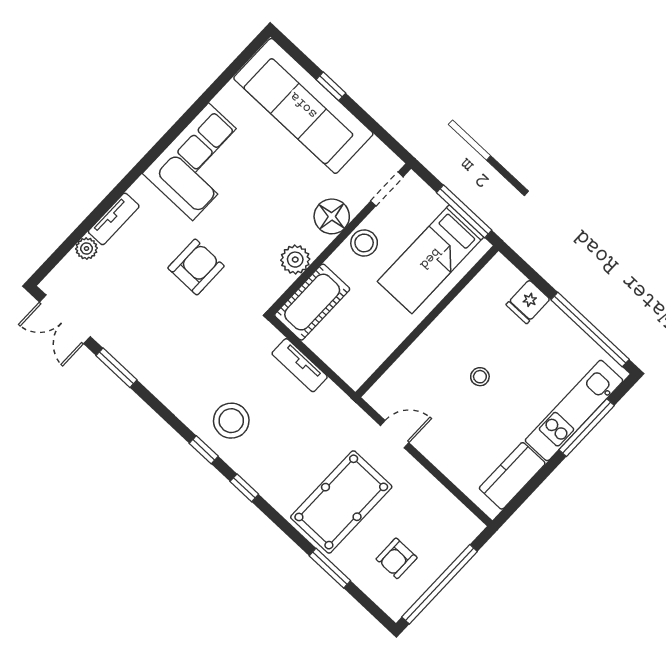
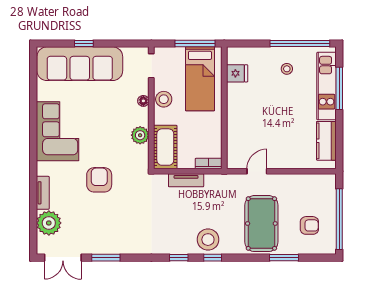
floor lamp: (332, 216) -> (143, 101), width x0.53, depth x0.53
plant: (87, 249) -> (49, 223), width x1.87, depth x1.87
fridge: (528, 302) -> (237, 73), moved, turned -90
bookcase: (346, 371) -> (209, 163), added
stool: (480, 377) -> (287, 69), moved
stool: (231, 421) -> (208, 240), moved
armchair: (397, 558) -> (309, 225), turned -90

